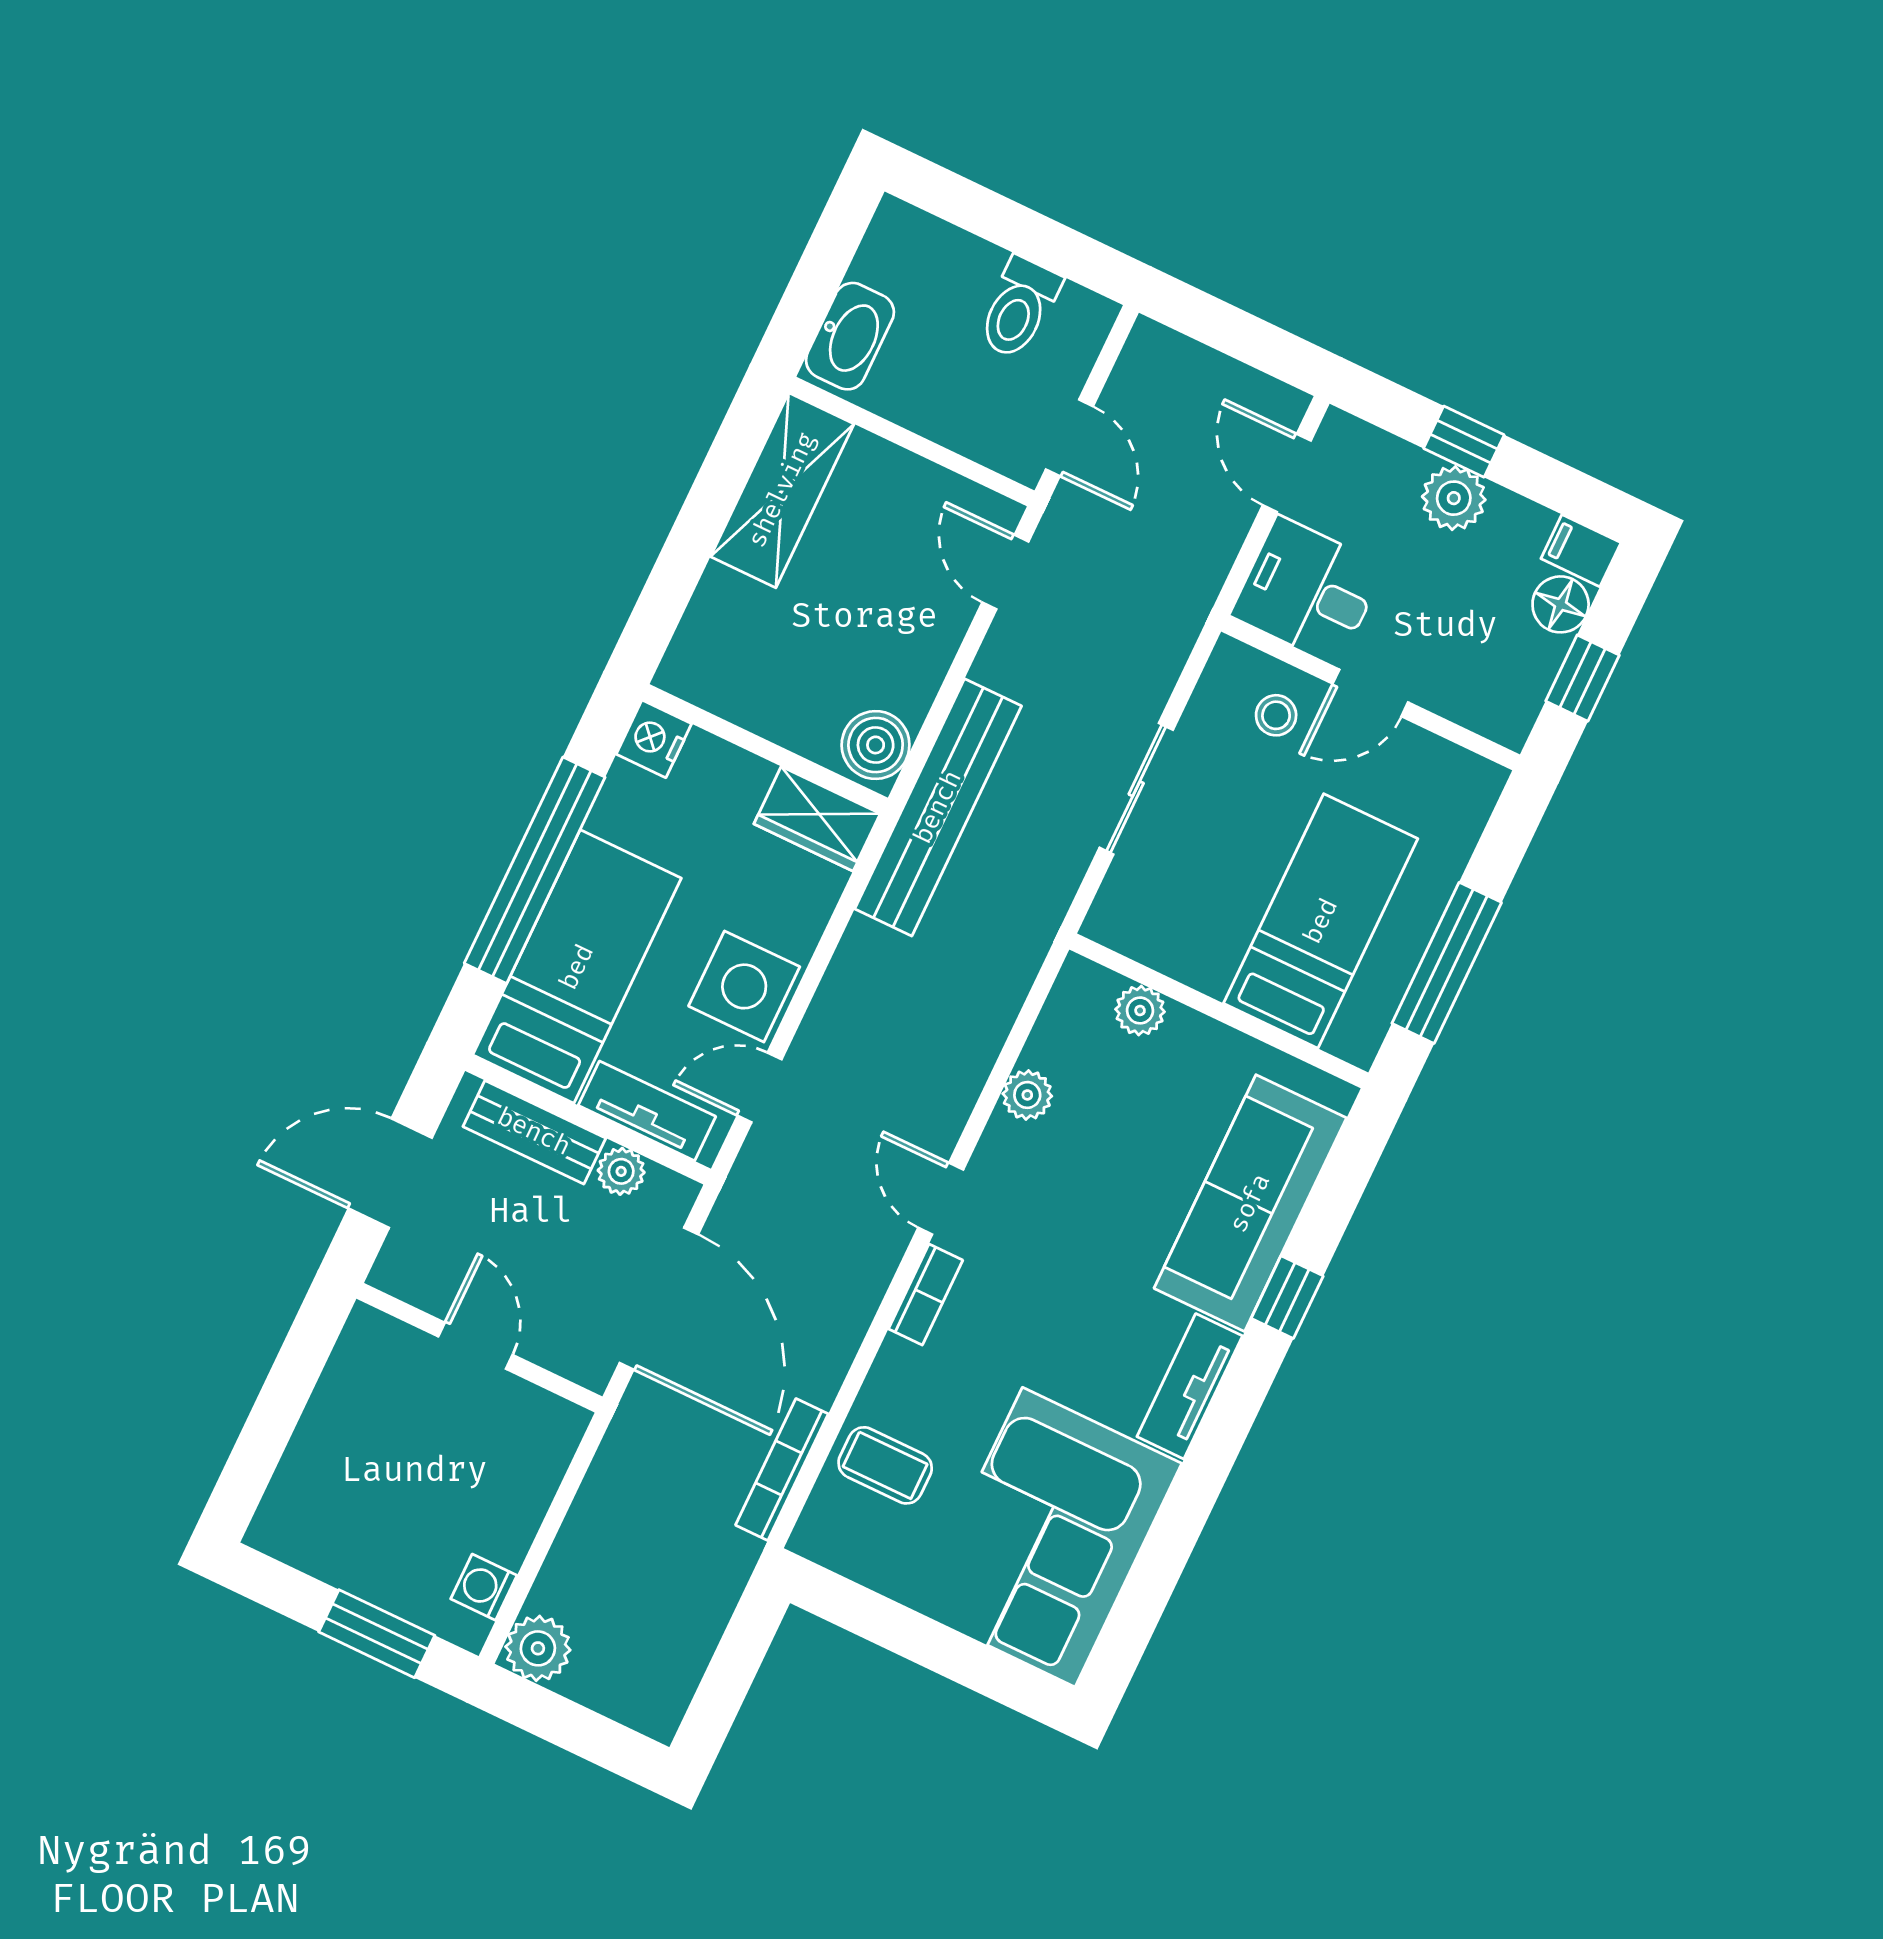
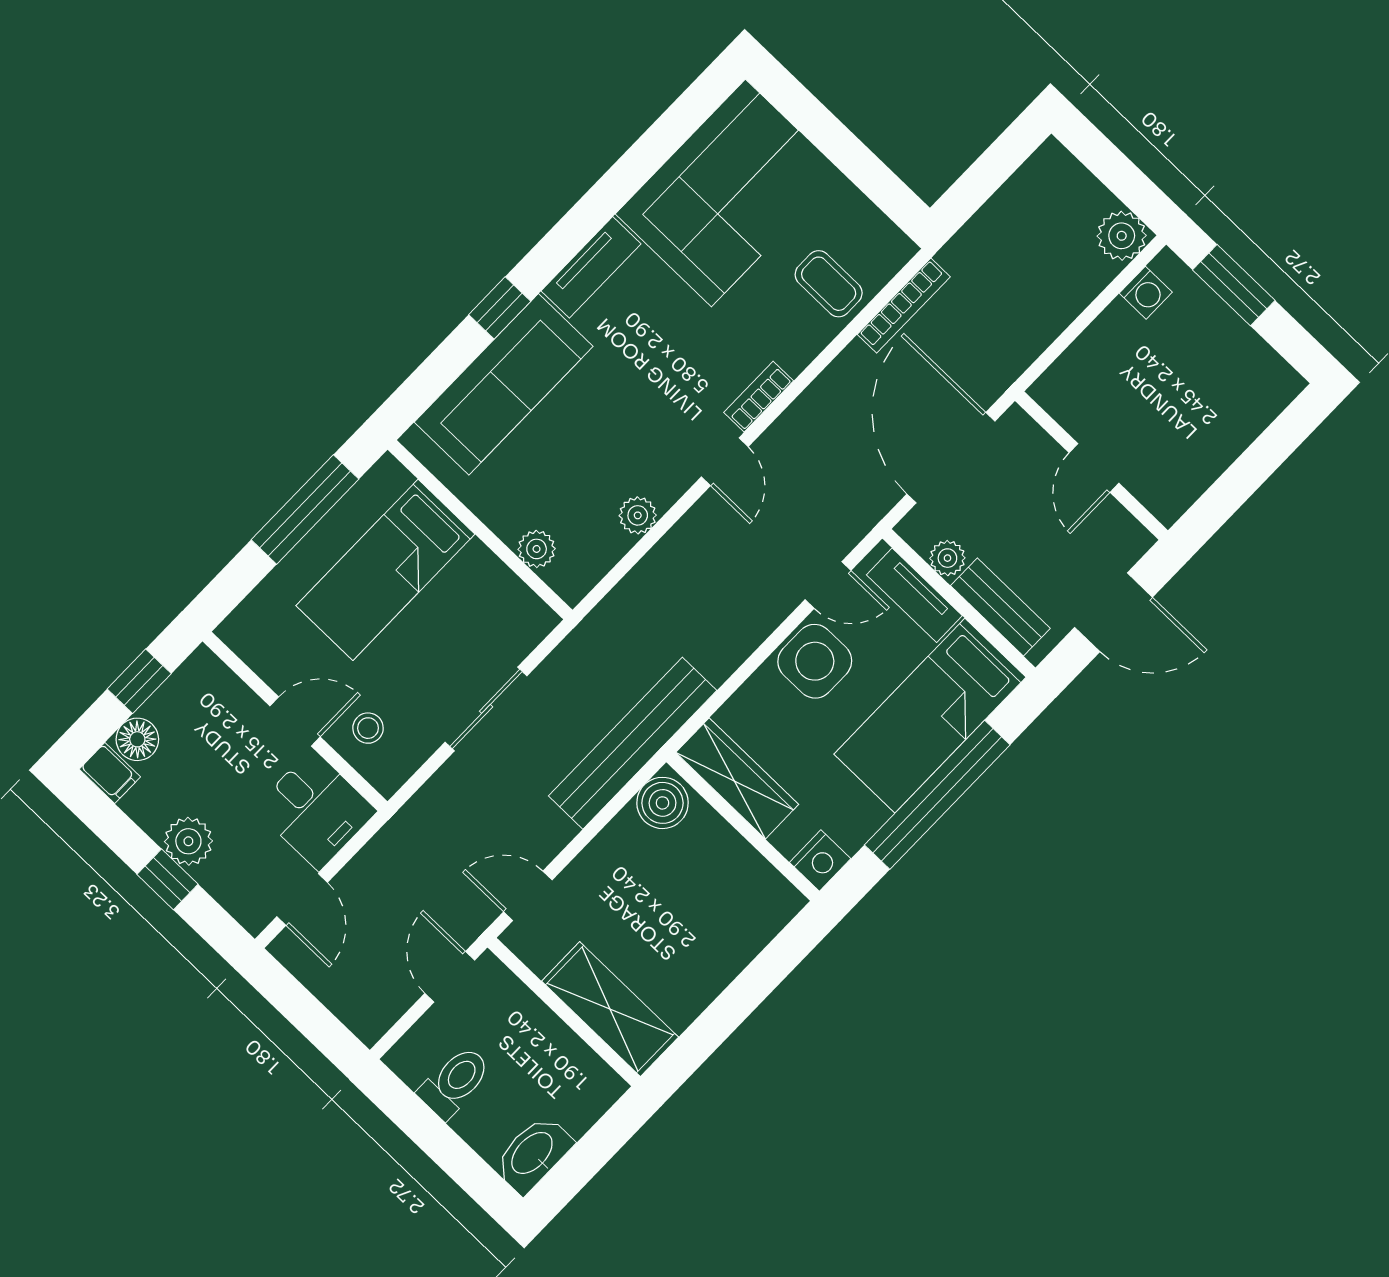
washbasin: (850, 336) -> (533, 1154), moved
shelving: (782, 490) -> (610, 1009), moved, turned 90
door: (1005, 572) -> (528, 896), swing flipped
wardrobe: (817, 819) -> (737, 778), width x1.50

